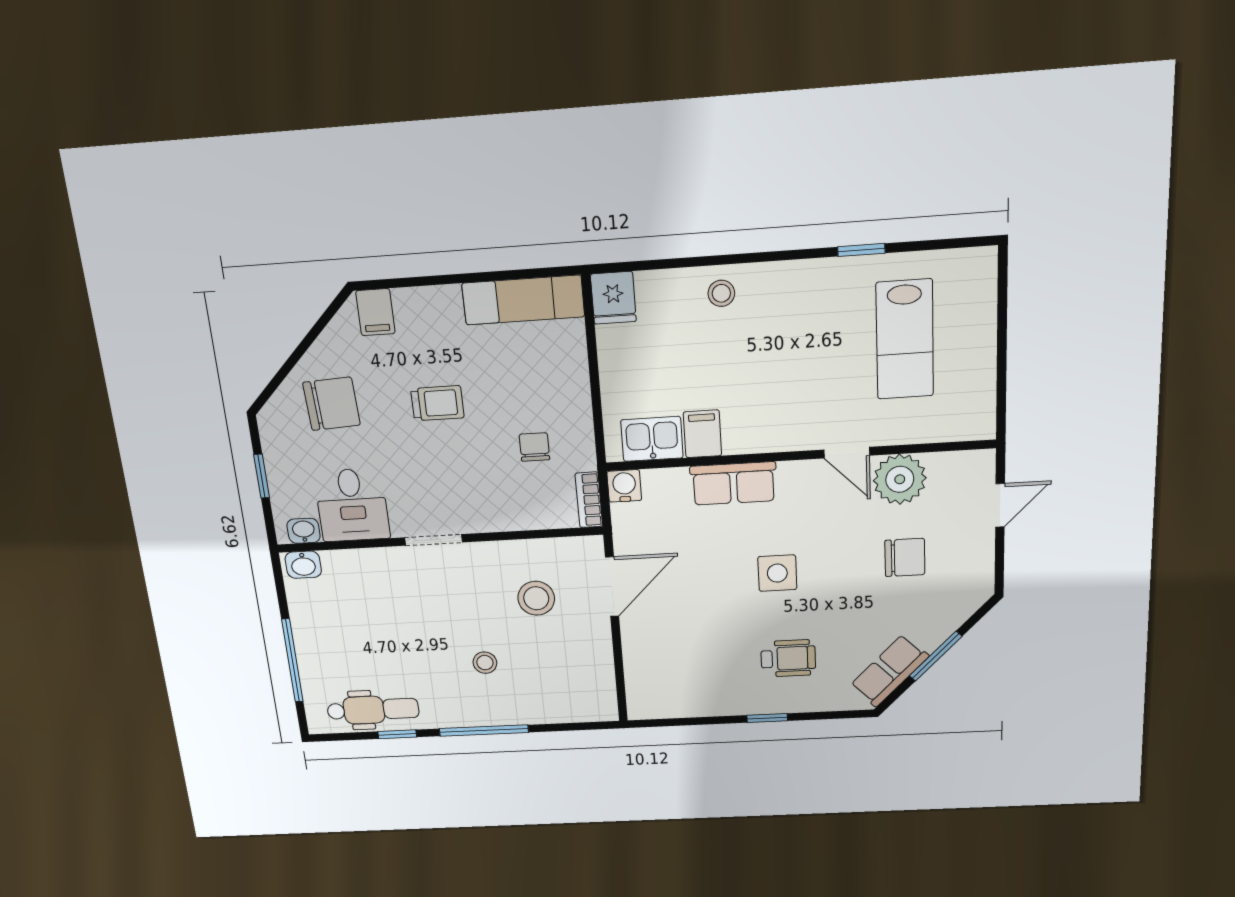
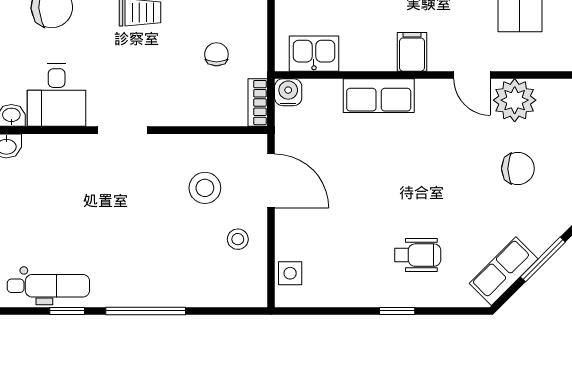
filing cabinet: (702, 434) -> (412, 52), moved
side table: (777, 573) -> (290, 273), moved, width x0.73, depth x0.73
door: (612, 587) -> (271, 181), hinge flipped
stool: (485, 663) -> (238, 239), moved

